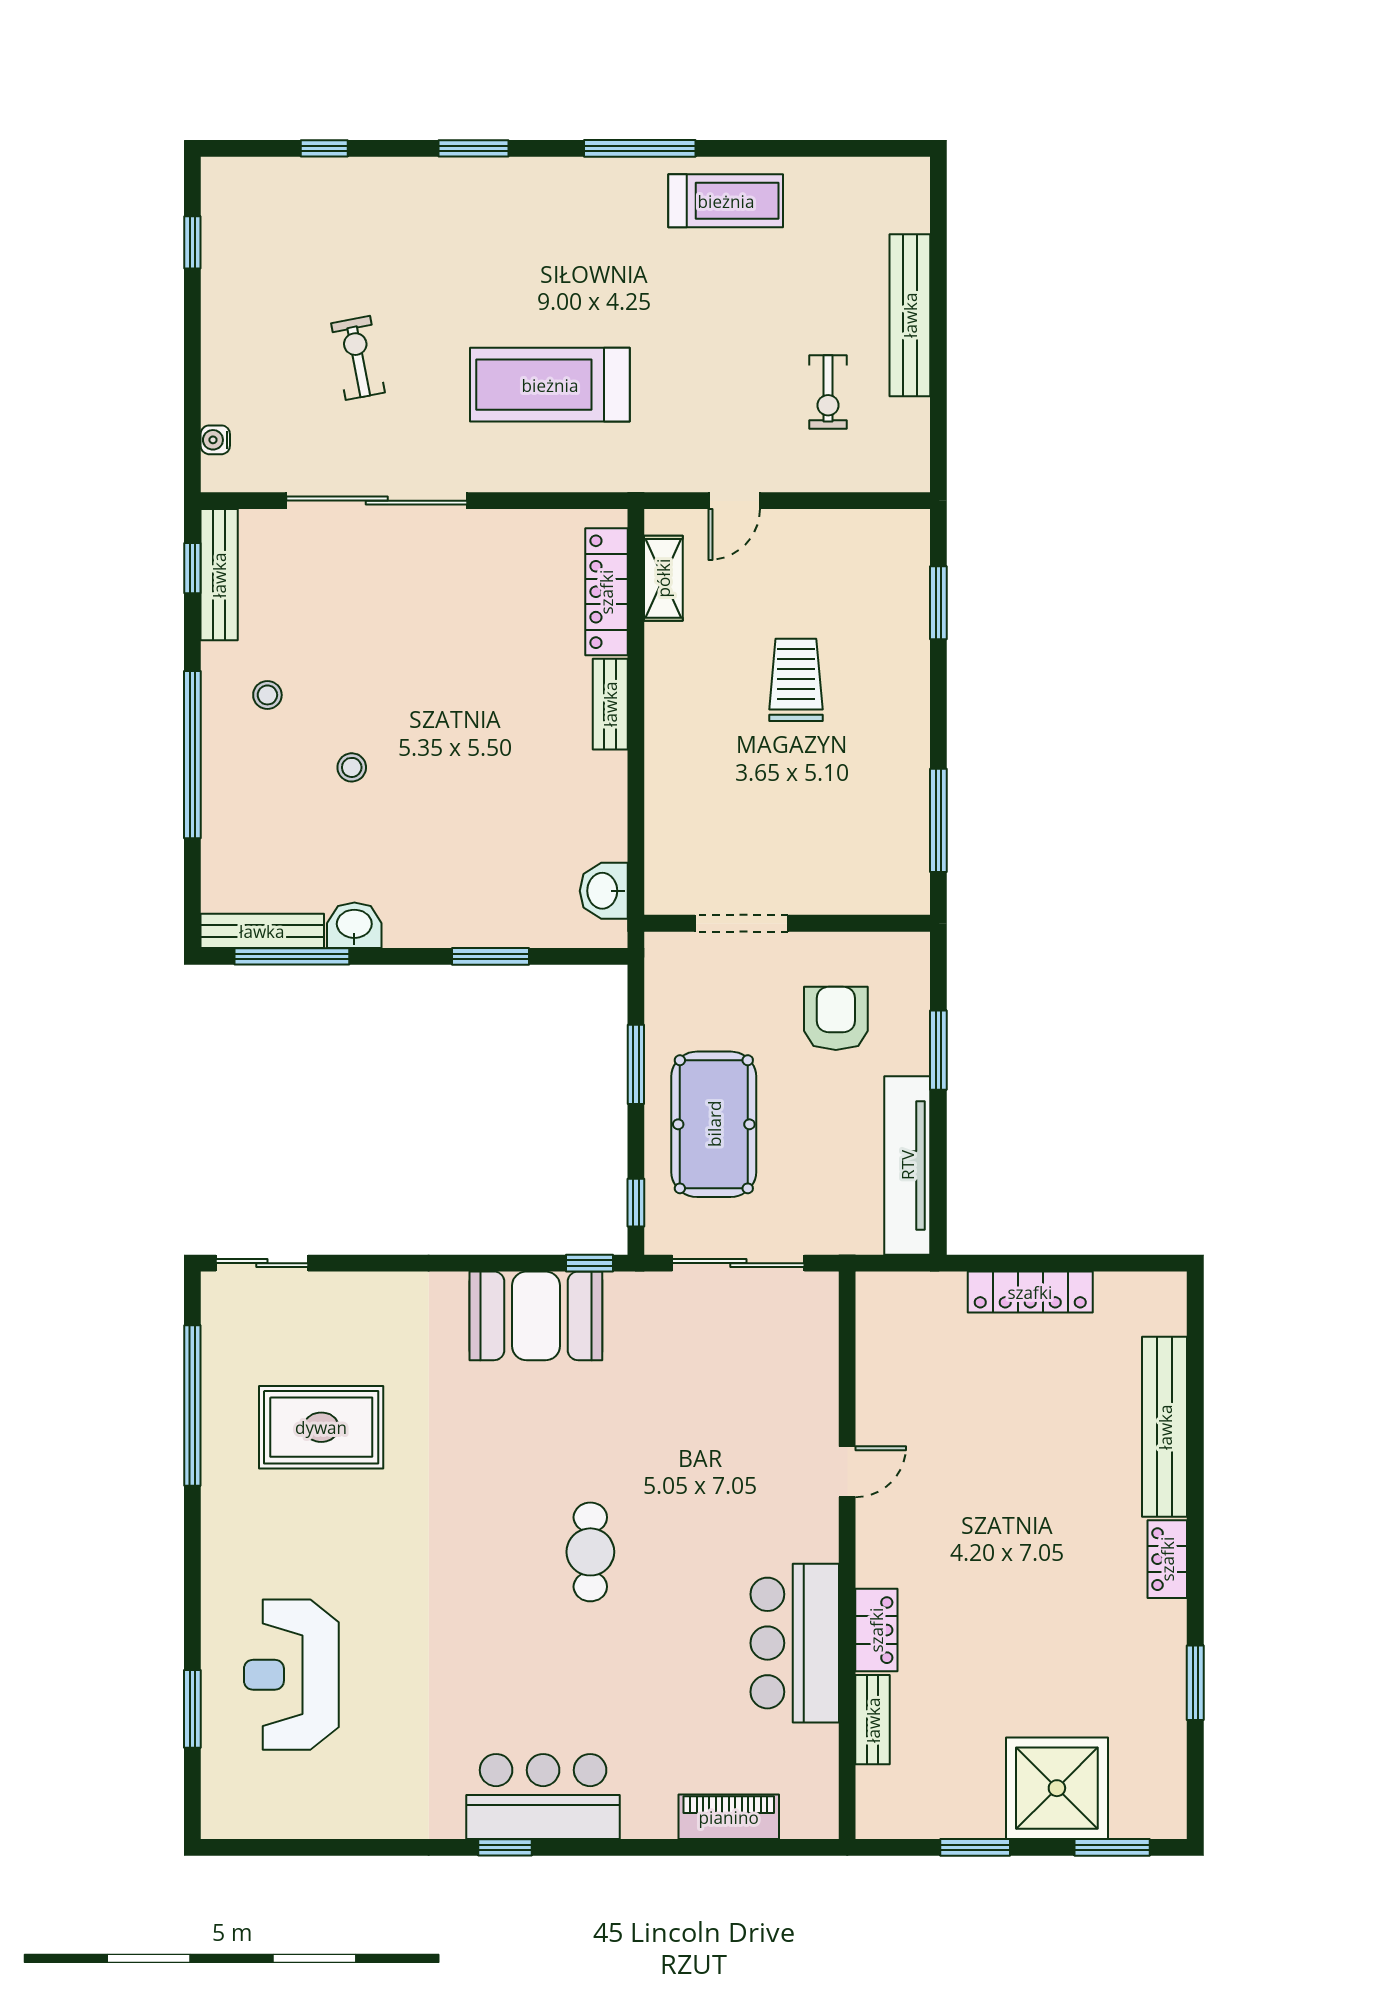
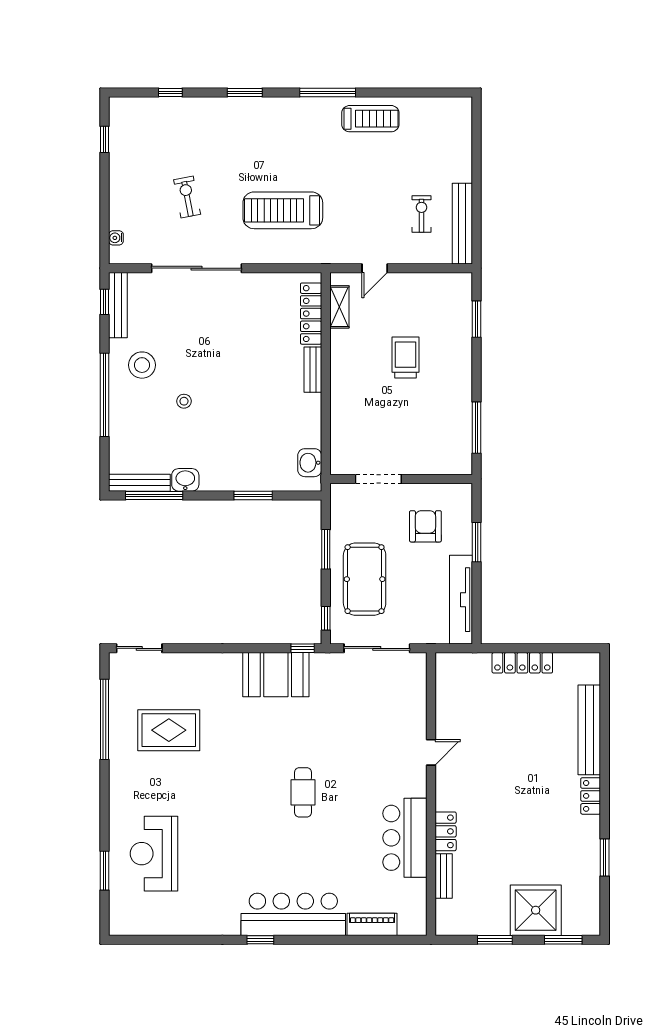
bench: (910, 315) -> (462, 224), moved
exercise bike: (828, 392) -> (421, 214), turned 180
stool: (267, 695) -> (142, 365), width x1.89, depth x1.89
bar counter: (543, 1796) -> (293, 914), width x1.36

